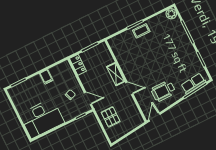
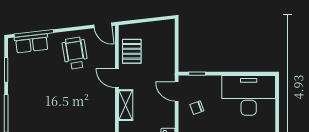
wheelchair: (163, 91) -> (75, 53), turned -99
pallet: (111, 117) -> (132, 51), moved
door: (154, 117) -> (103, 25), hinge flipped

